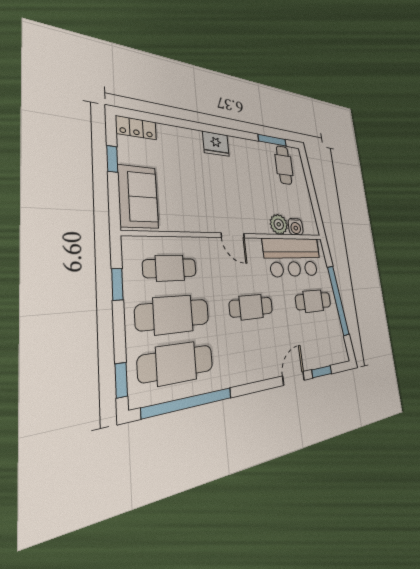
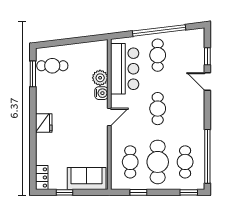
water cooler: (296, 227) -> (101, 93), moved
cafe table: (176, 363) -> (185, 162), width x0.73, depth x0.74

